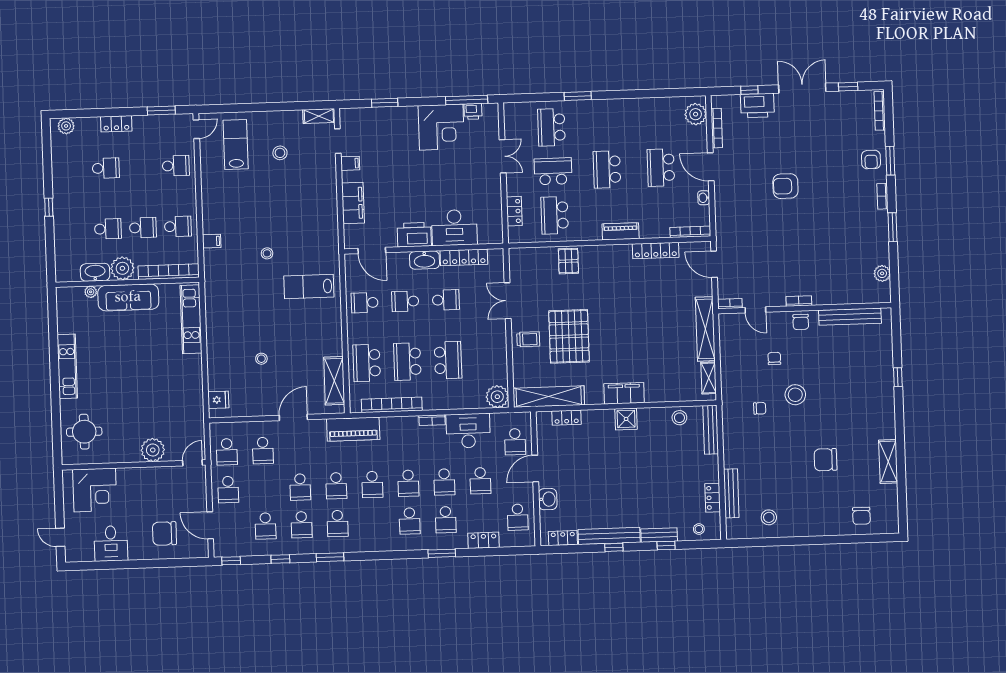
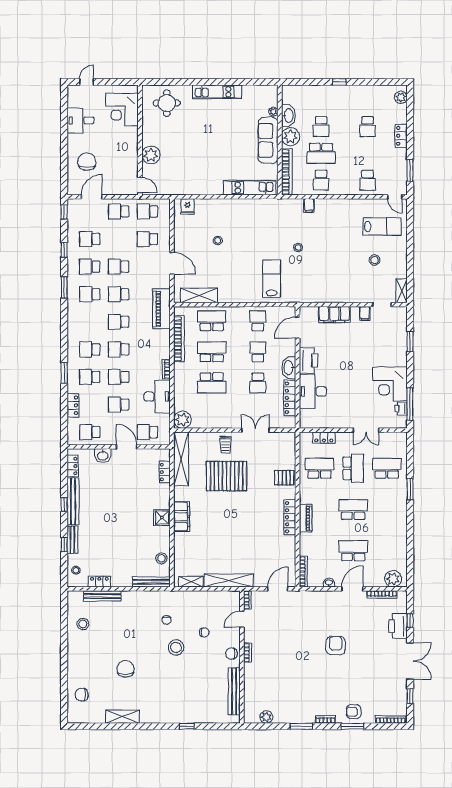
school desk: (143, 228) -> (321, 153), width x1.85
locker: (656, 251) -> (290, 517), moved

